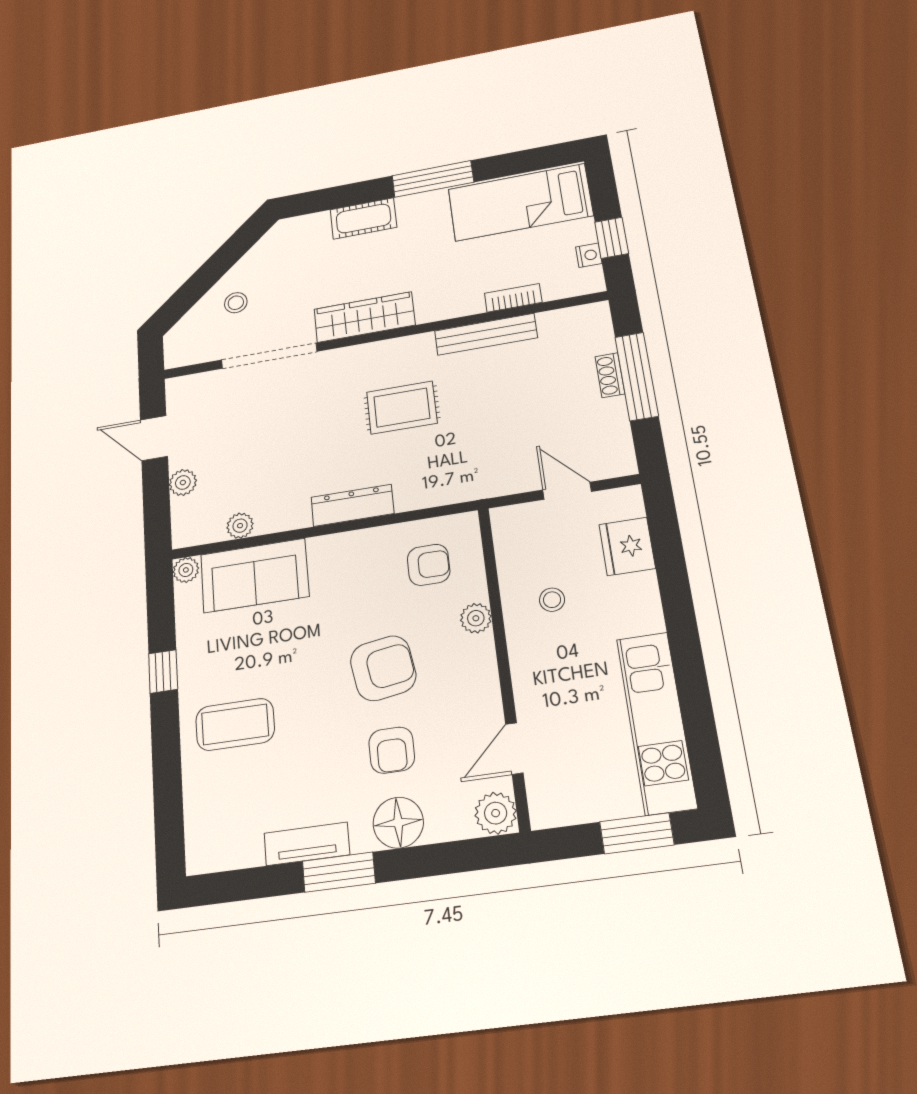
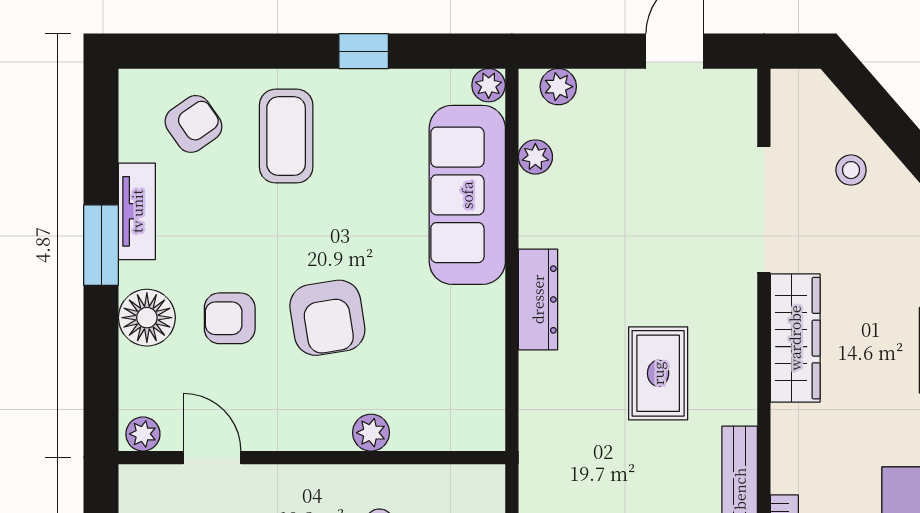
plant: (183, 483) -> (558, 87), moved
armchair: (429, 565) -> (194, 124), moved, turned -125
sofa: (254, 575) -> (467, 195), width x1.36
plant: (496, 813) -> (143, 434), width x0.73, depth x0.73

